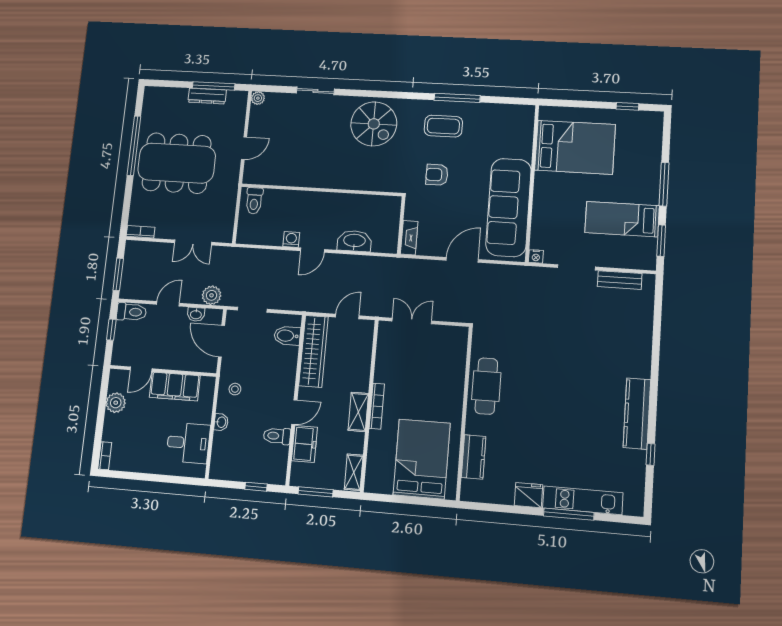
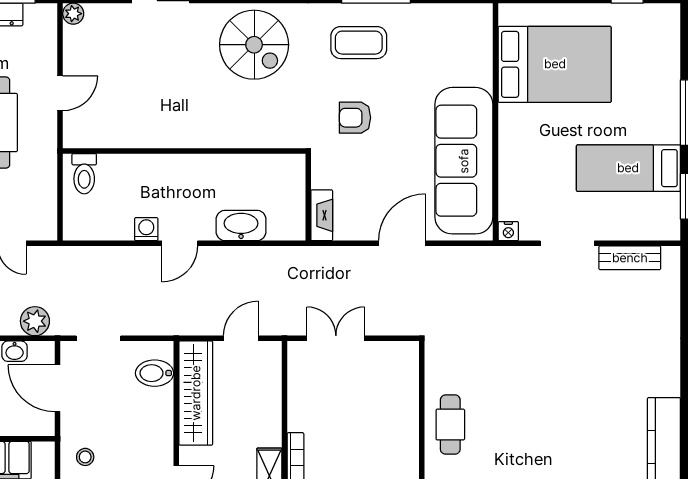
cafe table: (486, 386) -> (450, 425), width x0.73, depth x0.74

